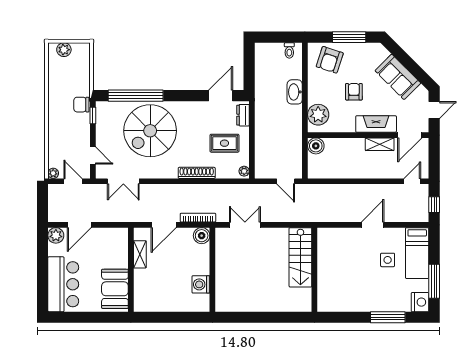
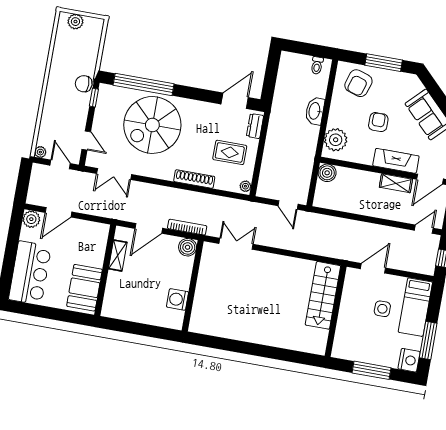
stairs: (300, 257) -> (323, 295), moved
wall: (314, 270) -> (336, 311), moved

